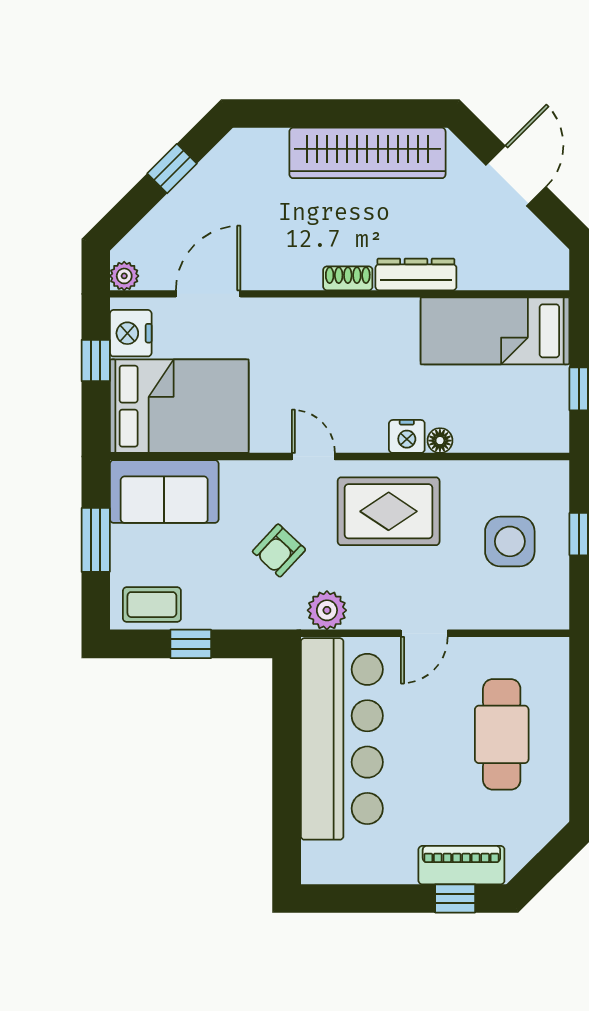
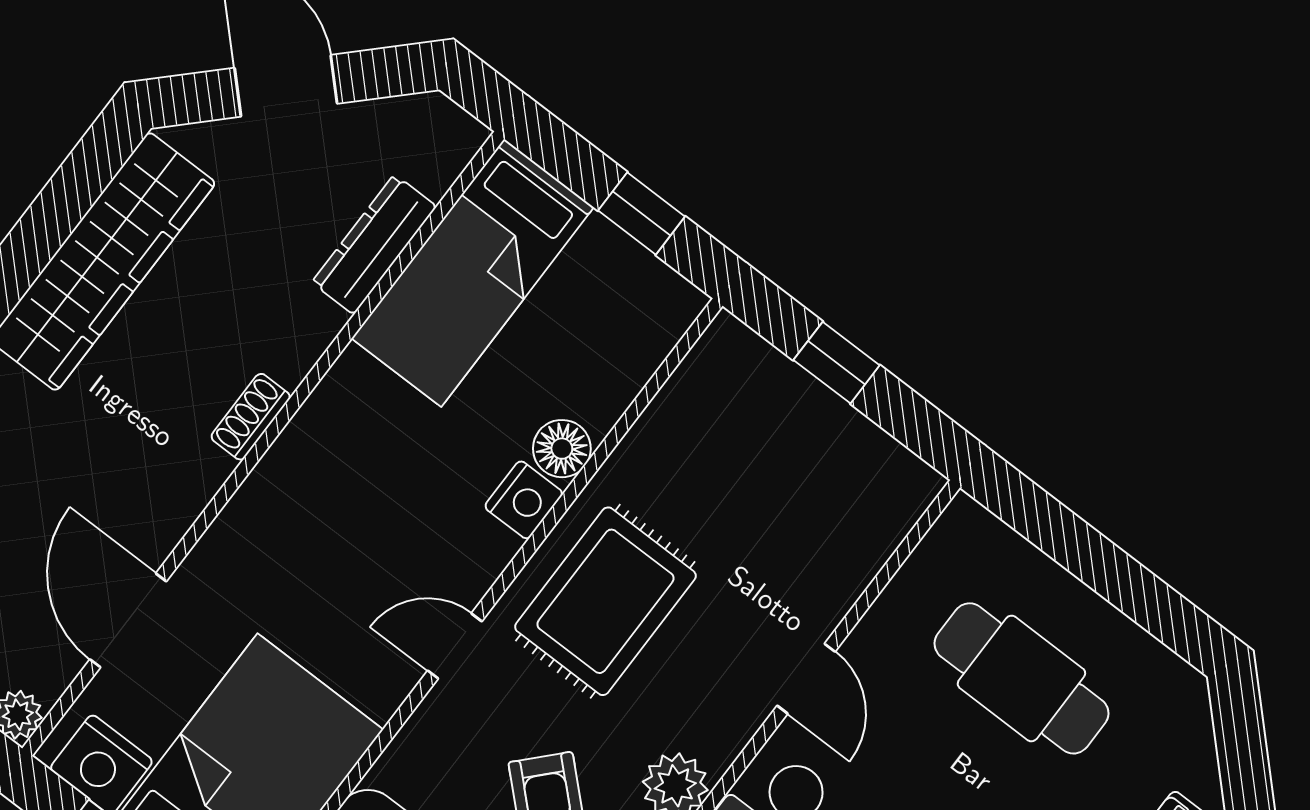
dresser: (416, 274) -> (374, 244), moved
floor lamp: (440, 441) -> (562, 449), width x1.37, depth x1.37
side table: (510, 541) -> (771, 469), removed

